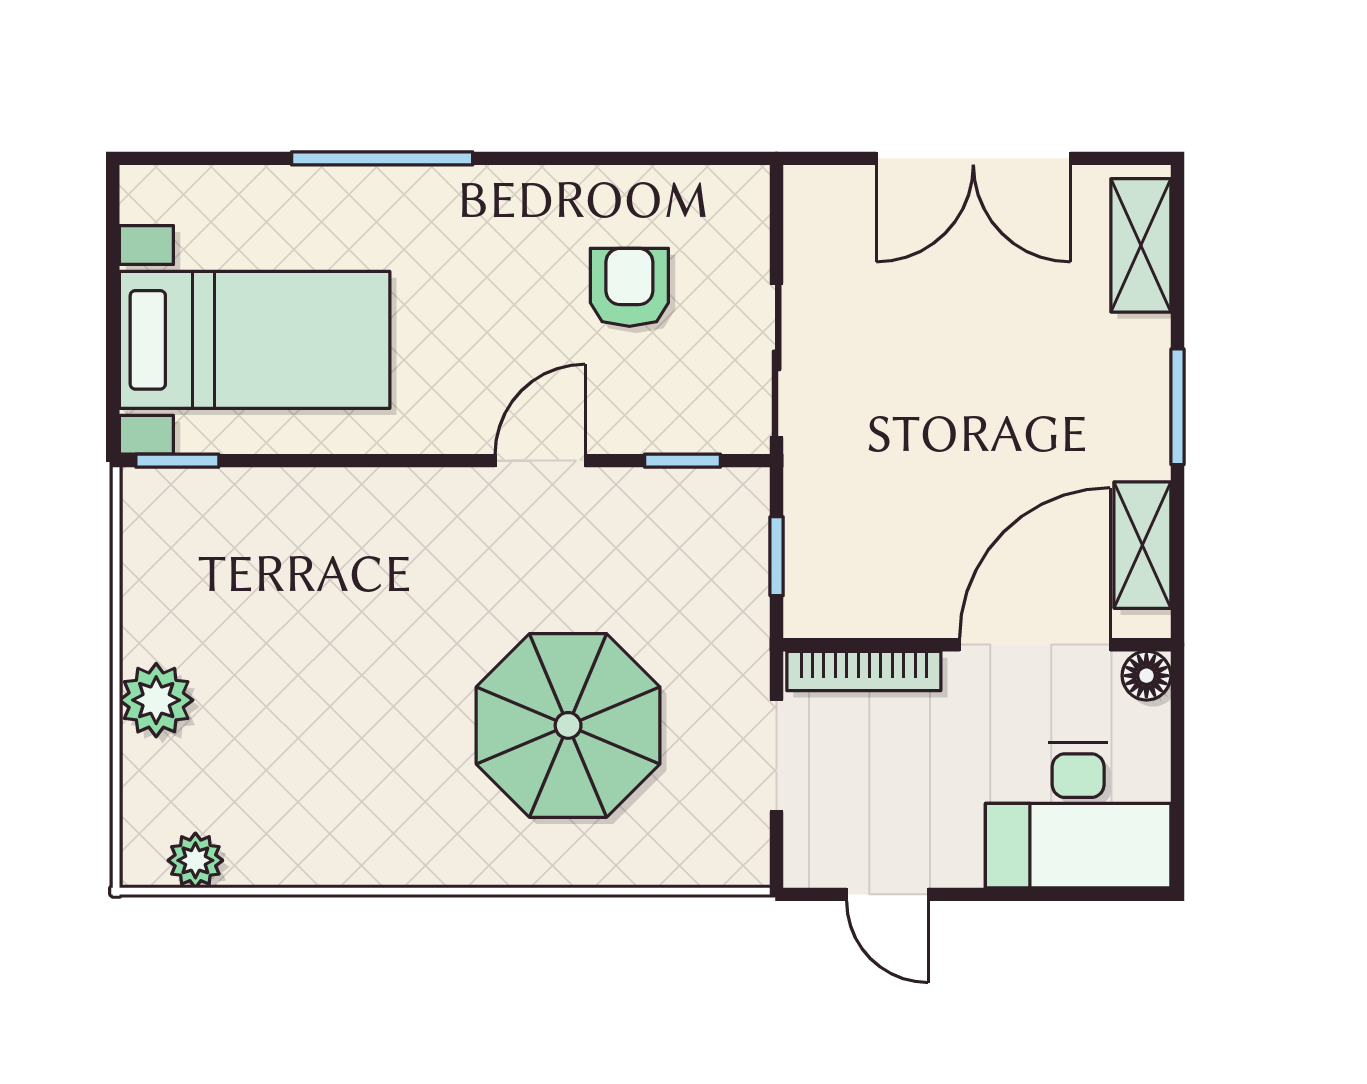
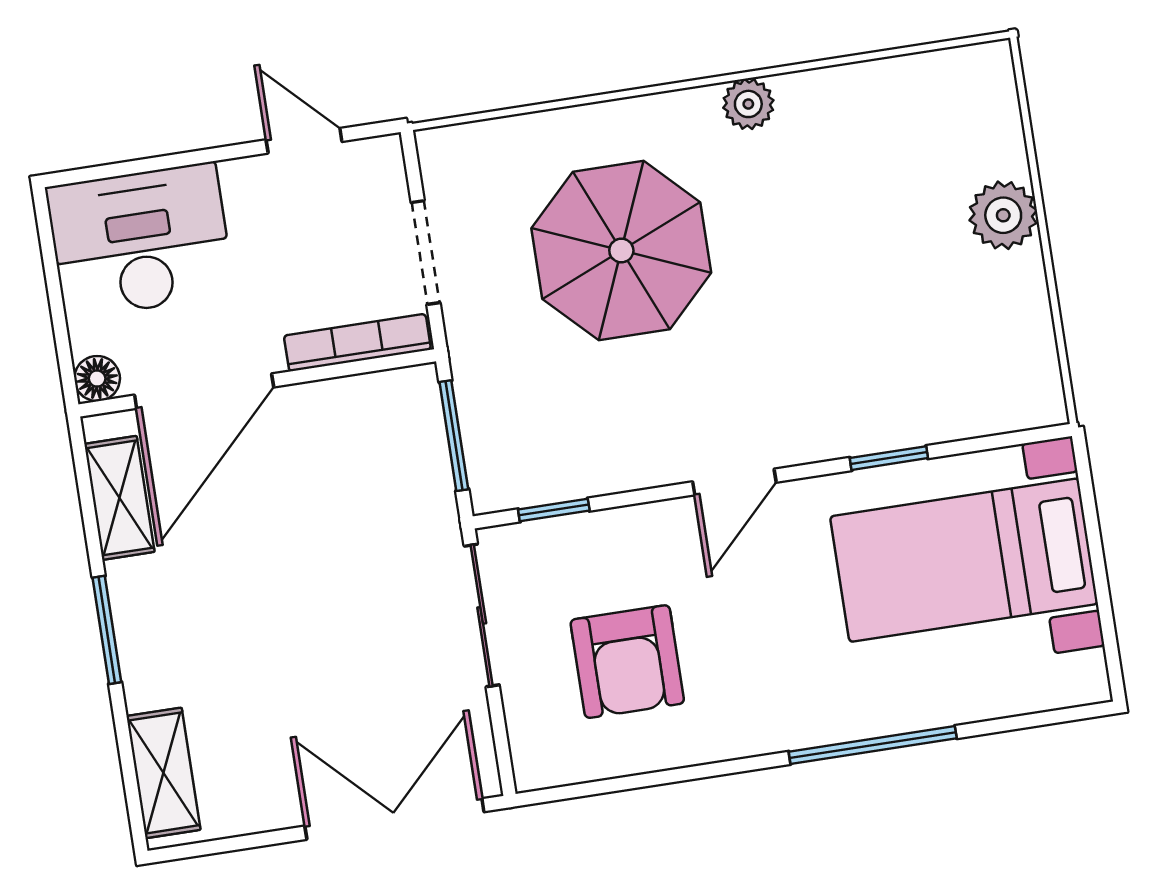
double door: (973, 158) -> (394, 819), moved
armchair: (629, 287) -> (627, 662), width x1.38, depth x1.38
window: (177, 461) -> (889, 458), moved
door: (540, 461) -> (734, 482), moved
window: (777, 556) -> (454, 436), width x1.50
plant: (195, 860) -> (748, 104), moved

